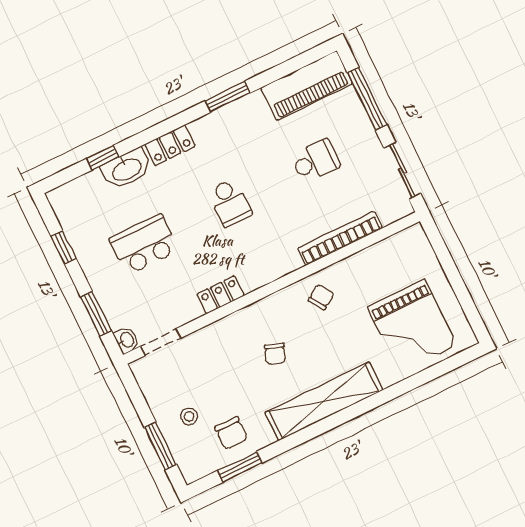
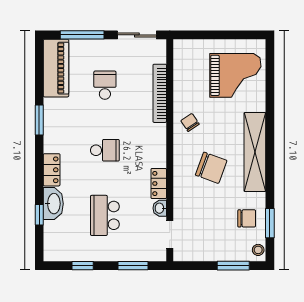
washbasin: (126, 340) -> (160, 208), moved, turned -90
chair: (275, 354) -> (211, 168), width x1.87, depth x1.87
stool: (189, 416) -> (258, 250), moved

